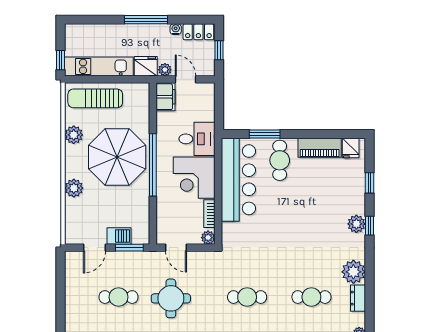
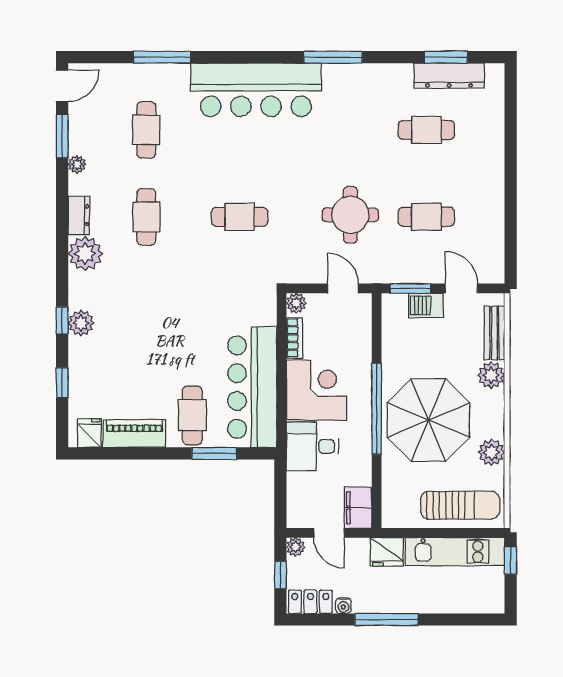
plant: (165, 70) -> (296, 547), moved
bench: (72, 217) -> (494, 333), added
door: (94, 248) -> (461, 288), hinge flipped
cafe table: (311, 297) -> (146, 217), turned 90

